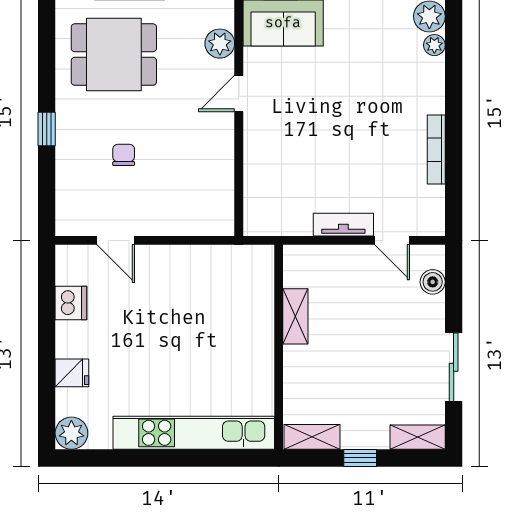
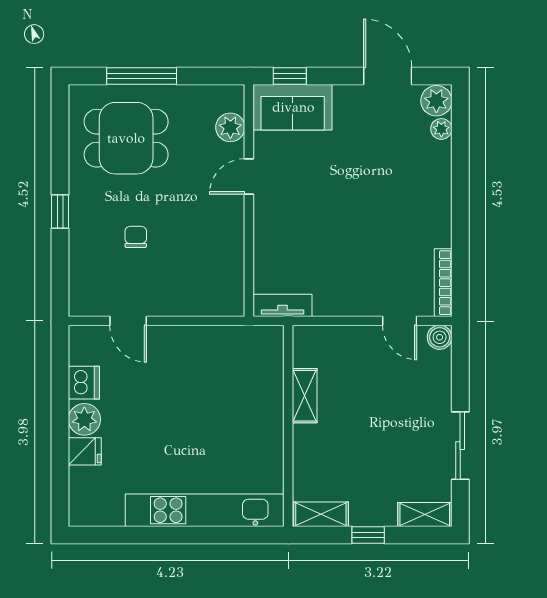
bookcase: (436, 150) -> (443, 283), moved
tv unit: (343, 225) -> (283, 305), moved
boiler: (433, 282) -> (440, 337), moved
plant: (71, 433) -> (84, 419), moved

